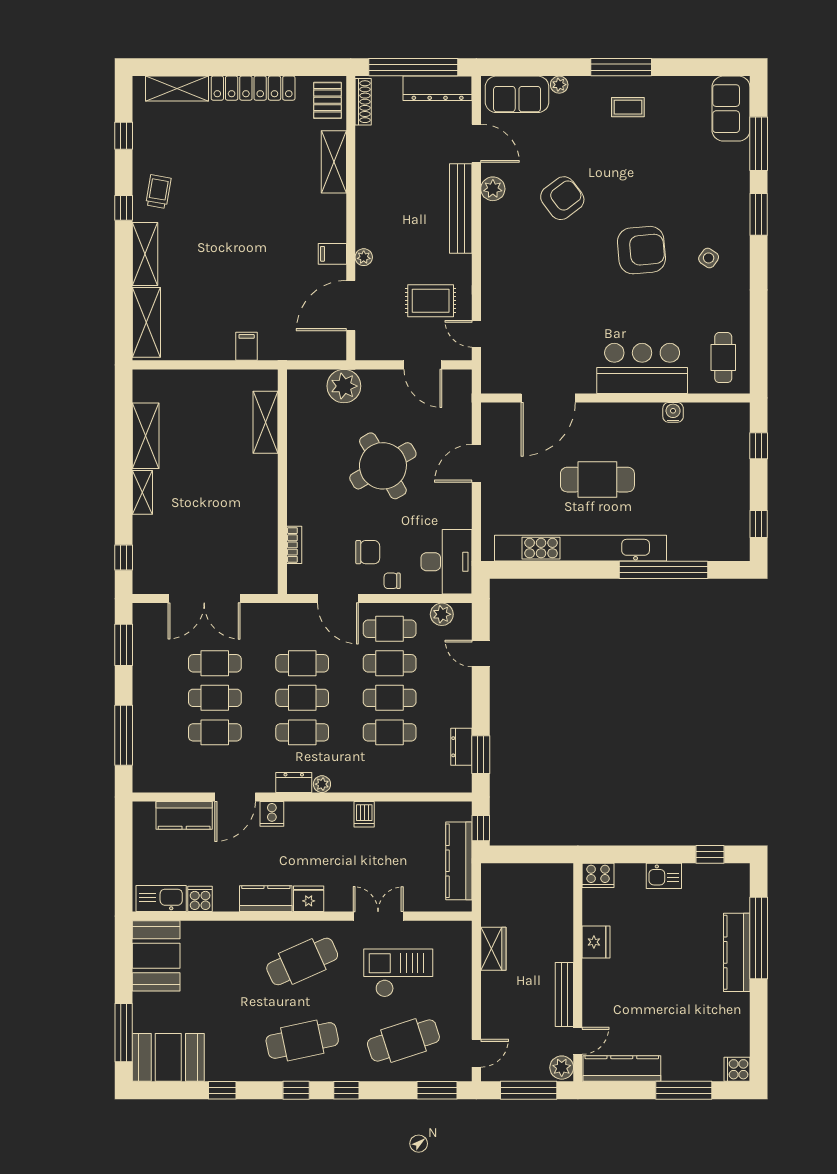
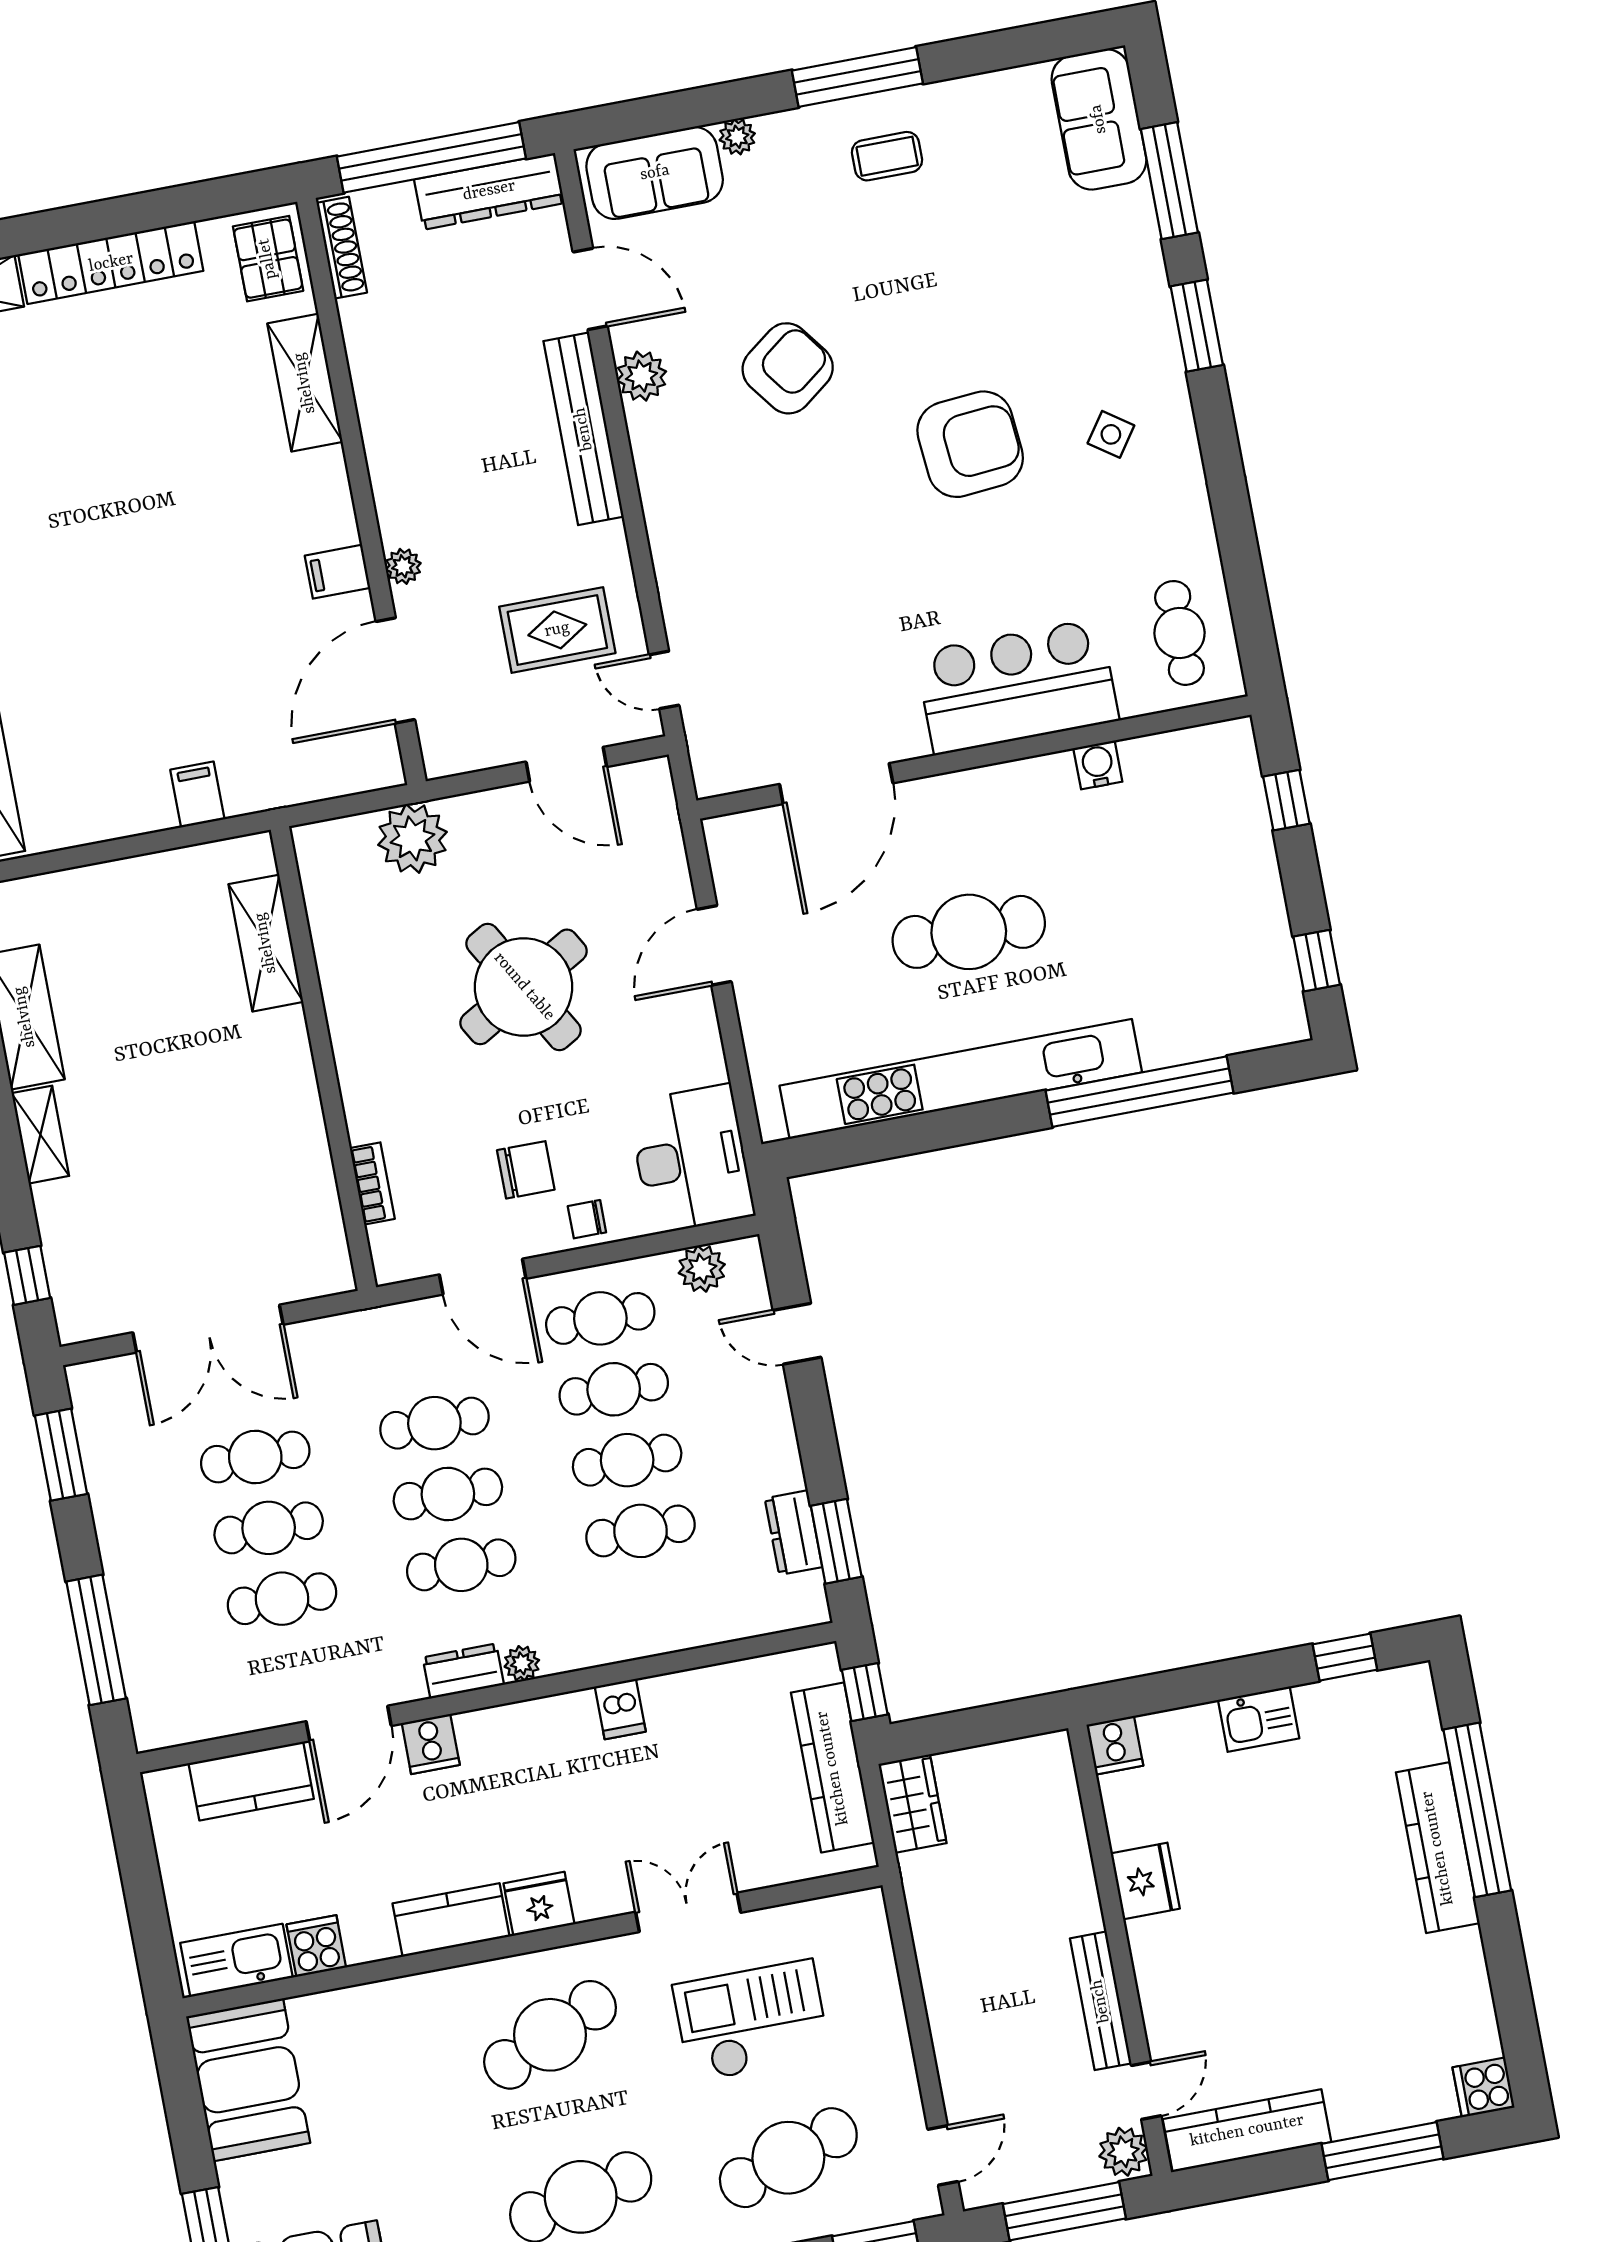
cooker: (598, 875) -> (1115, 1745), width x0.73
wardrobe: (493, 949) -> (912, 1804), moved

